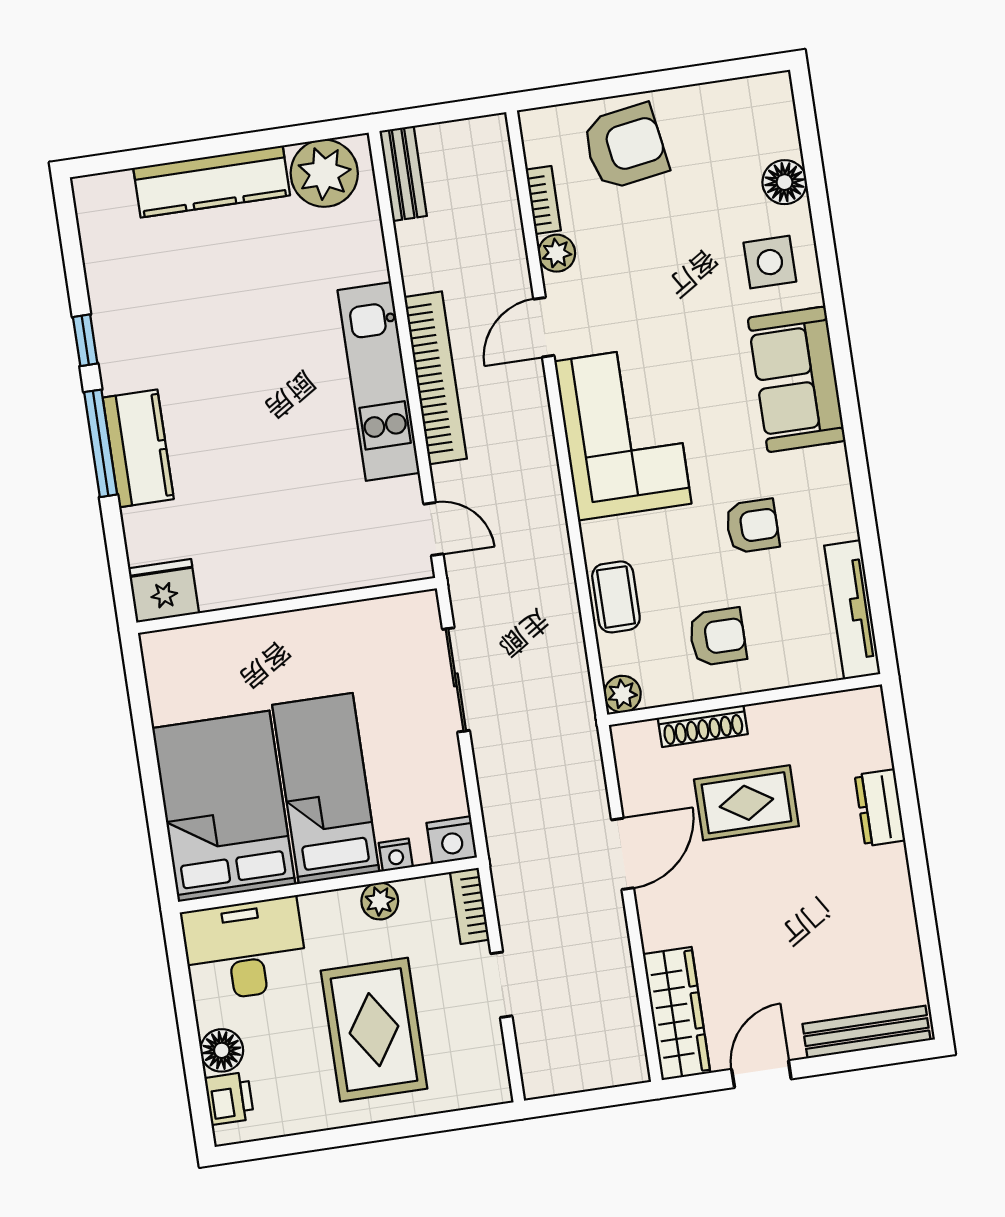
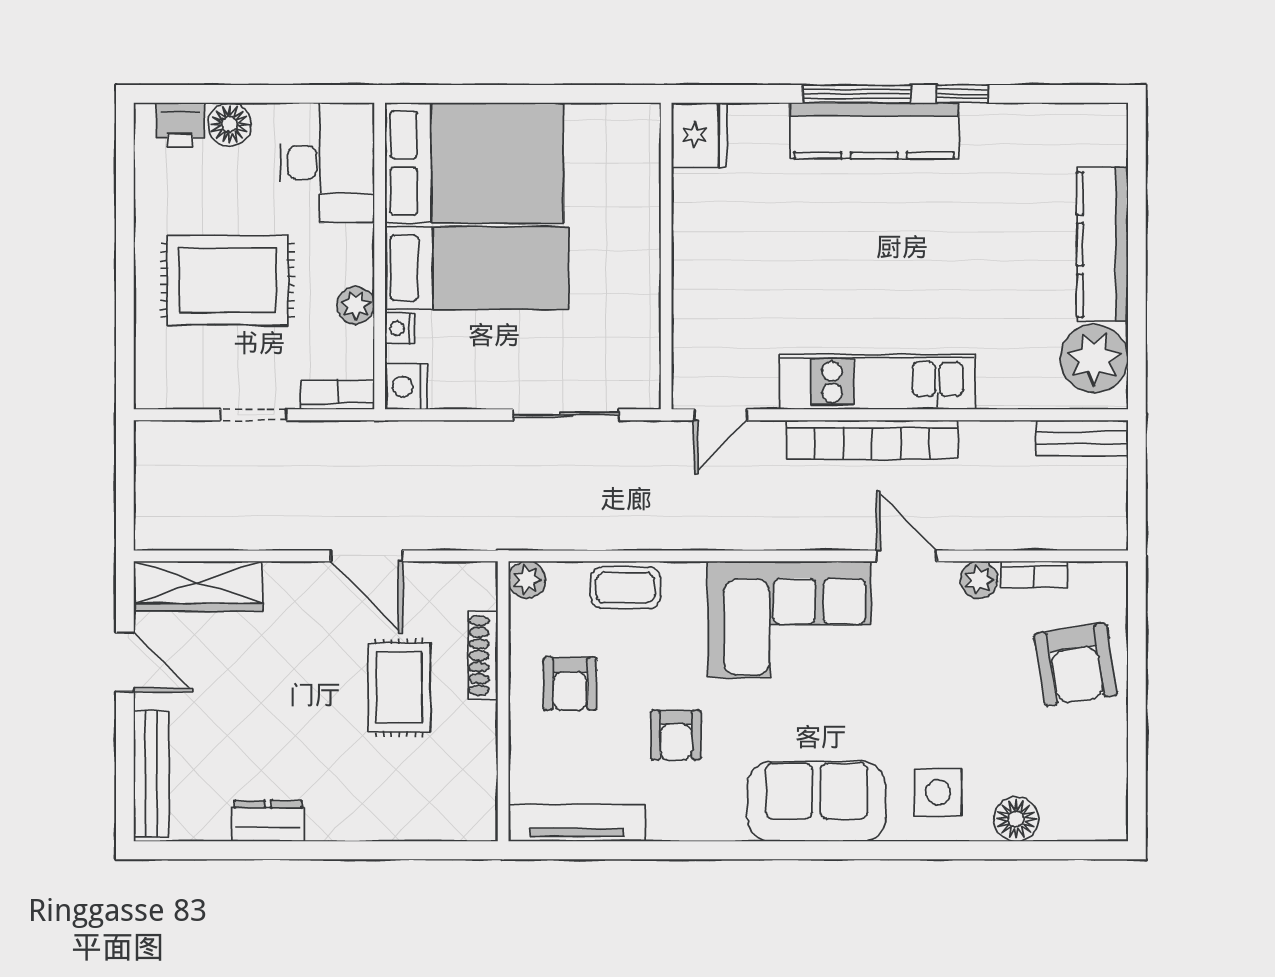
kitchen counter: (138, 448) -> (874, 131), width x1.50
dresser: (880, 808) -> (268, 821), moved

